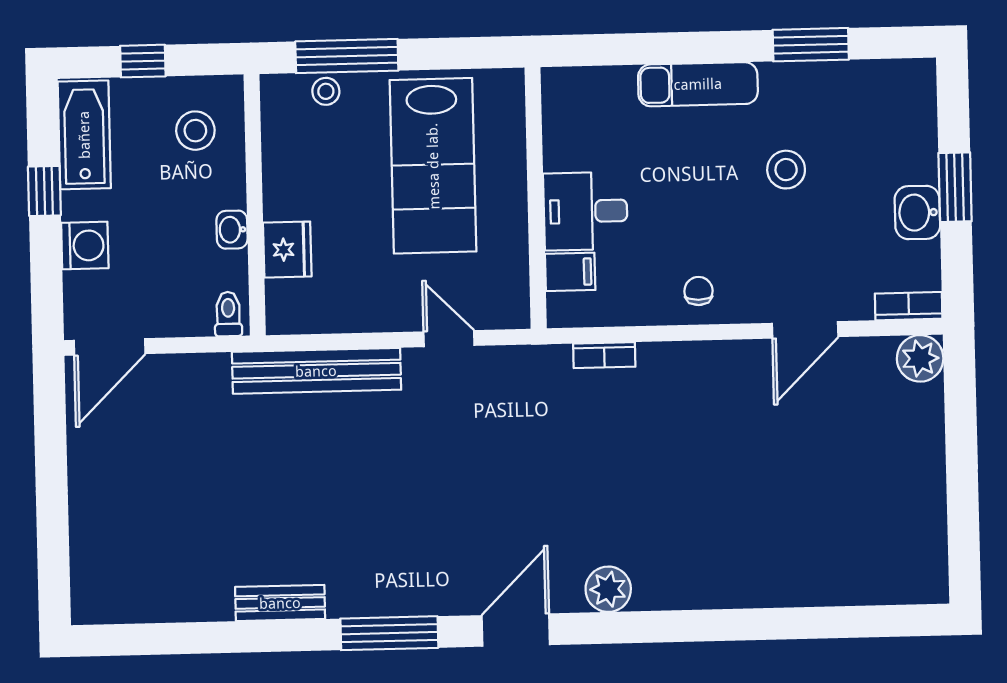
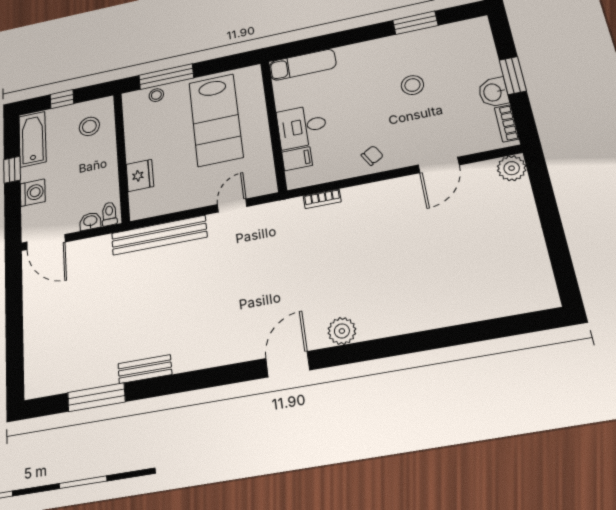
exam couch: (698, 84) -> (303, 65), moved
washbasin: (232, 230) -> (90, 221), moved, turned 90
chair: (699, 291) -> (372, 156), turned 60
bookcase: (909, 306) -> (507, 123), moved, turned -90
door: (449, 339) -> (232, 205), hinge flipped
door: (110, 347) -> (46, 242), hinge flipped
window: (389, 633) -> (96, 397), moved

